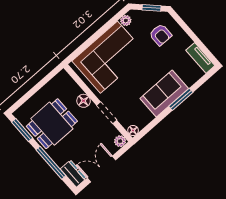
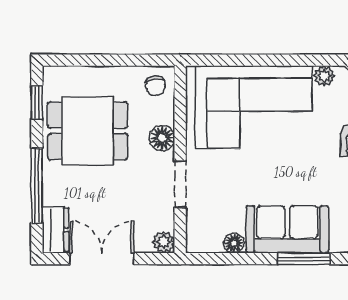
chair: (63, 83) -> (155, 86), added
window: (22, 130) -> (37, 102), width x0.67
floor lamp: (133, 130) -> (234, 243), moved

